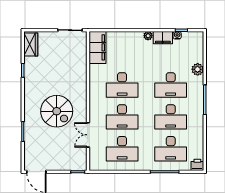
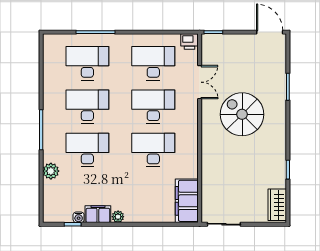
printer: (197, 165) -> (189, 42), moved

